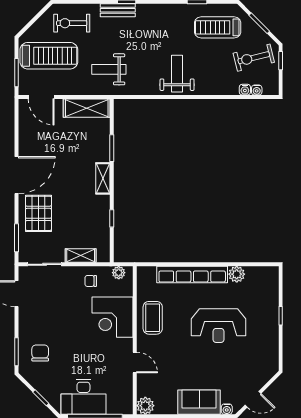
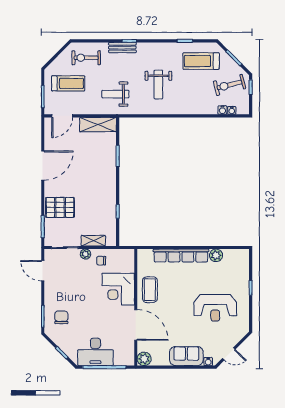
treadmill: (49, 56) -> (68, 83), width x0.73, depth x0.73
weight bench: (177, 74) -> (158, 84), moved, turned 180
door: (41, 97) -> (62, 116), hinge flipped
door: (17, 175) -> (43, 165), moved
shelving: (103, 178) -> (111, 180), removed
pallet: (38, 213) -> (60, 207), turned 90
plant: (119, 273) -> (85, 254), moved
reception desk: (218, 326) -> (215, 308), moved
door: (135, 363) -> (136, 325), width x1.88

